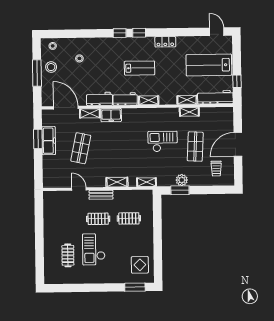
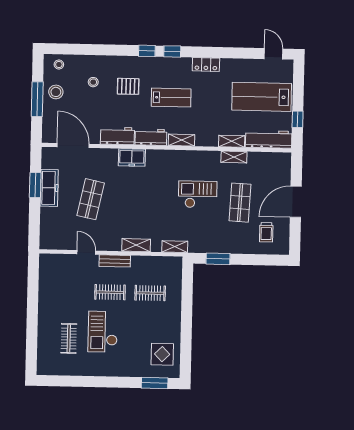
pallet: (106, 61) -> (128, 86), added
shelving: (90, 113) -> (104, 154), removed
plant: (182, 180) -> (221, 246), removed

